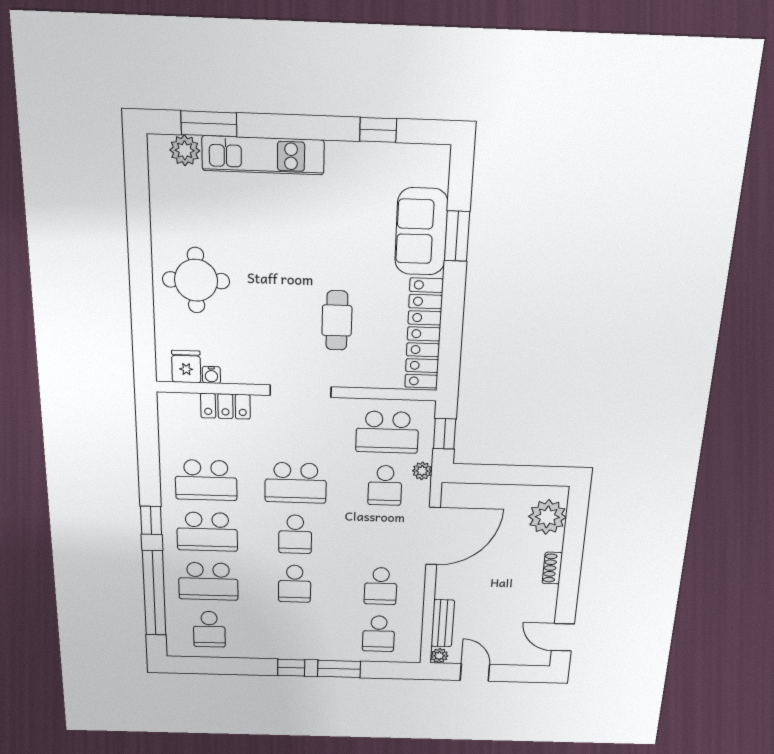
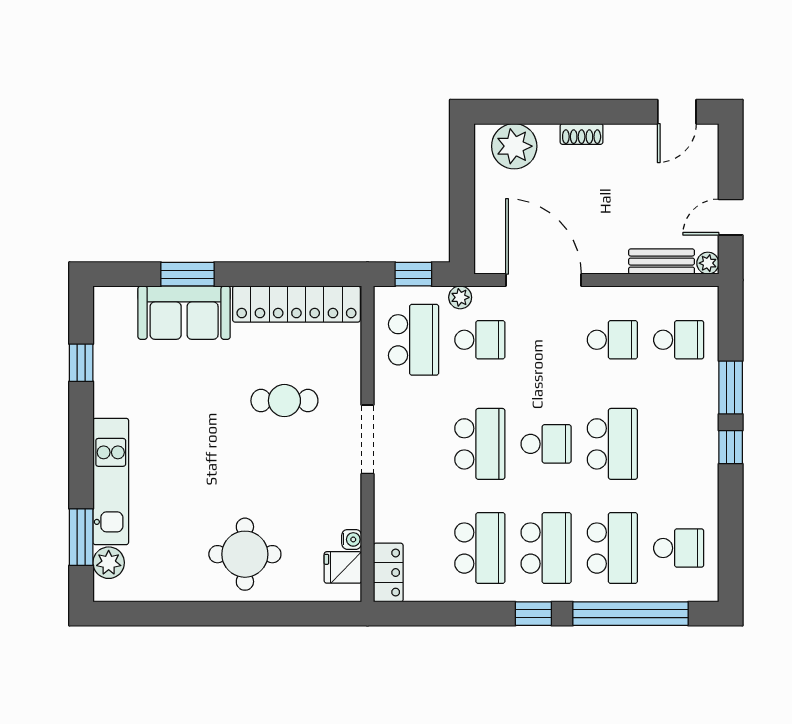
locker: (225, 406) -> (388, 573), moved
school desk: (295, 584) -> (612, 444), width x1.85

